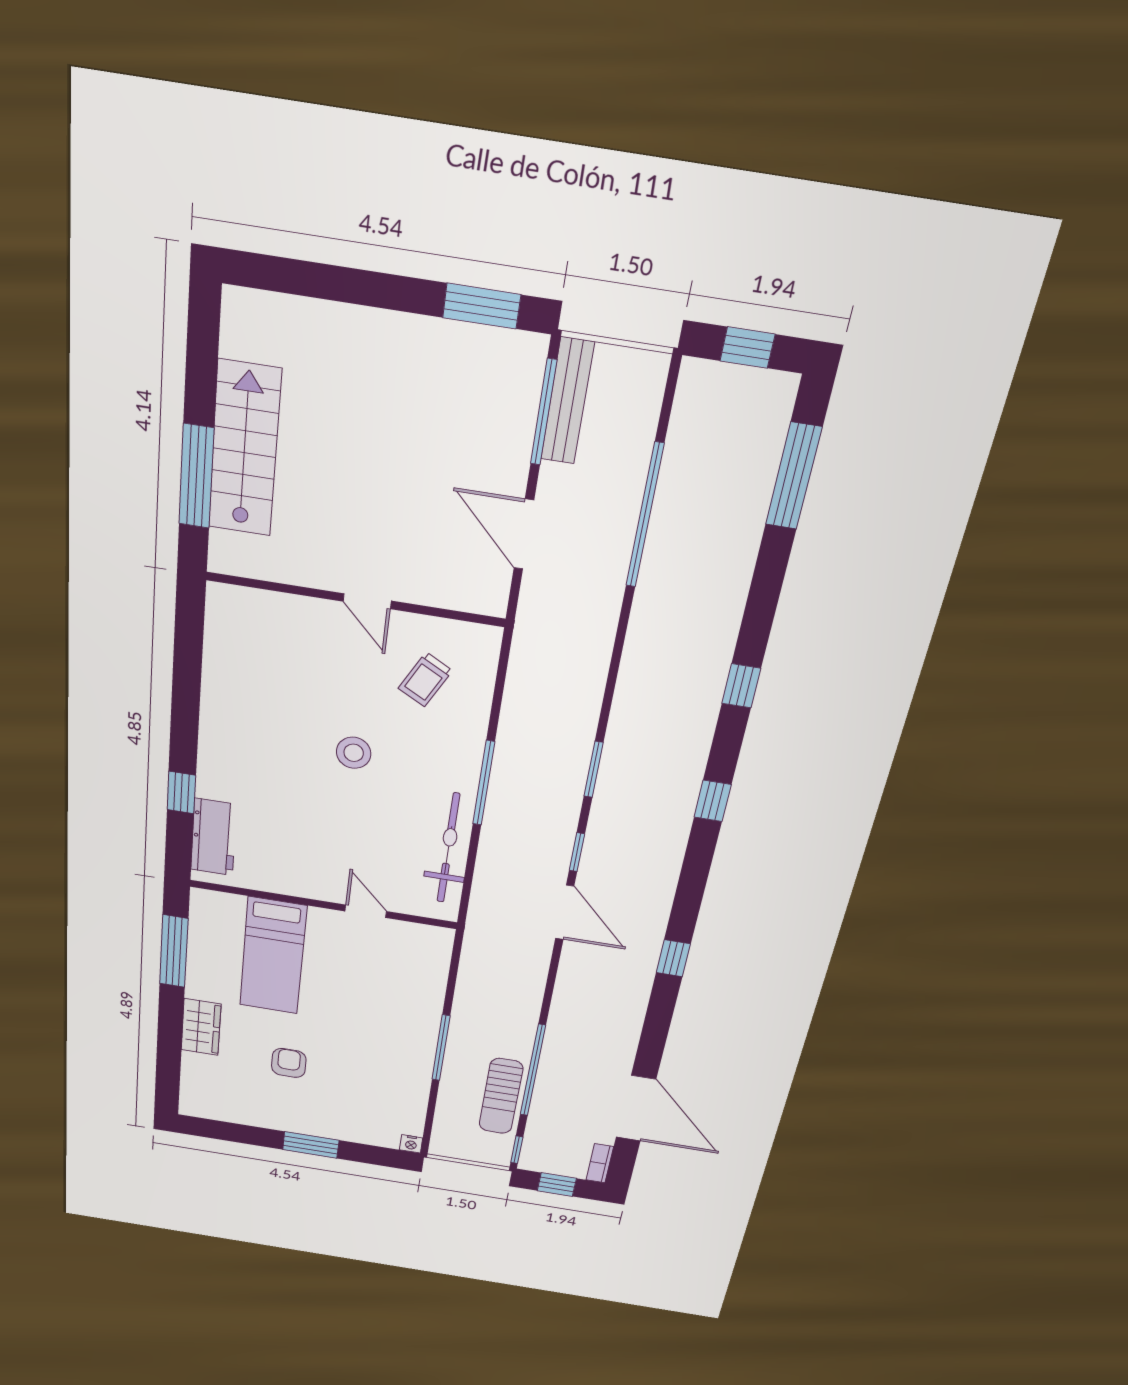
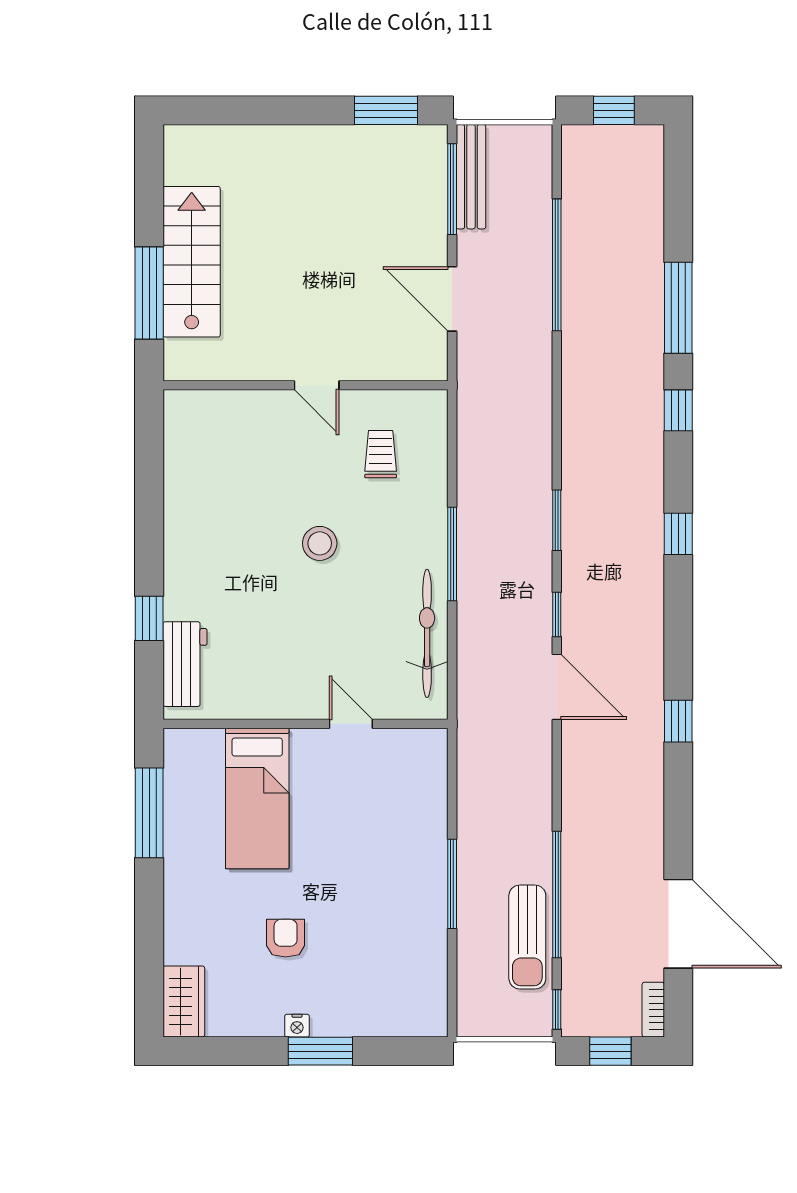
window: (794, 476) -> (678, 308), moved
trolley: (425, 679) -> (381, 454), turned 152
wardrobe: (201, 1027) -> (184, 1002), moved
nightstand: (411, 1144) -> (297, 1026), moved

